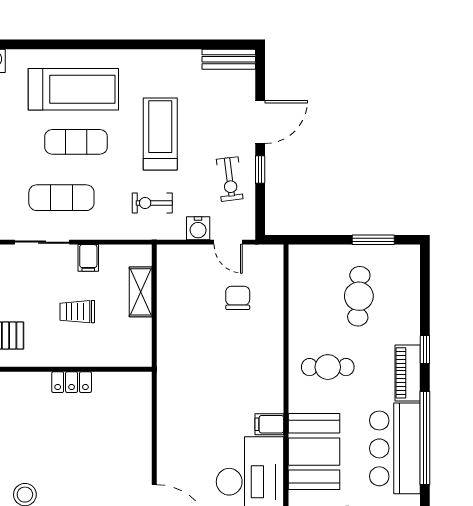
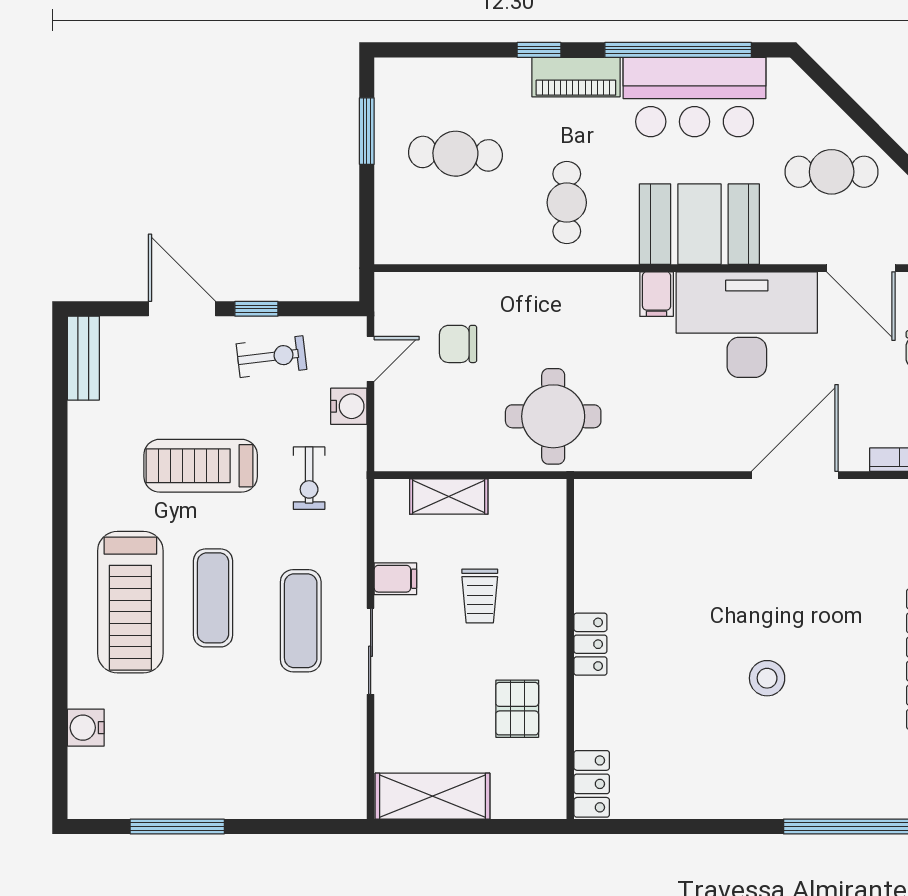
treadmill: (73, 89) -> (130, 602), turned 180
round table: (192, 358) -> (553, 416), added
locker: (72, 382) -> (590, 644), moved

